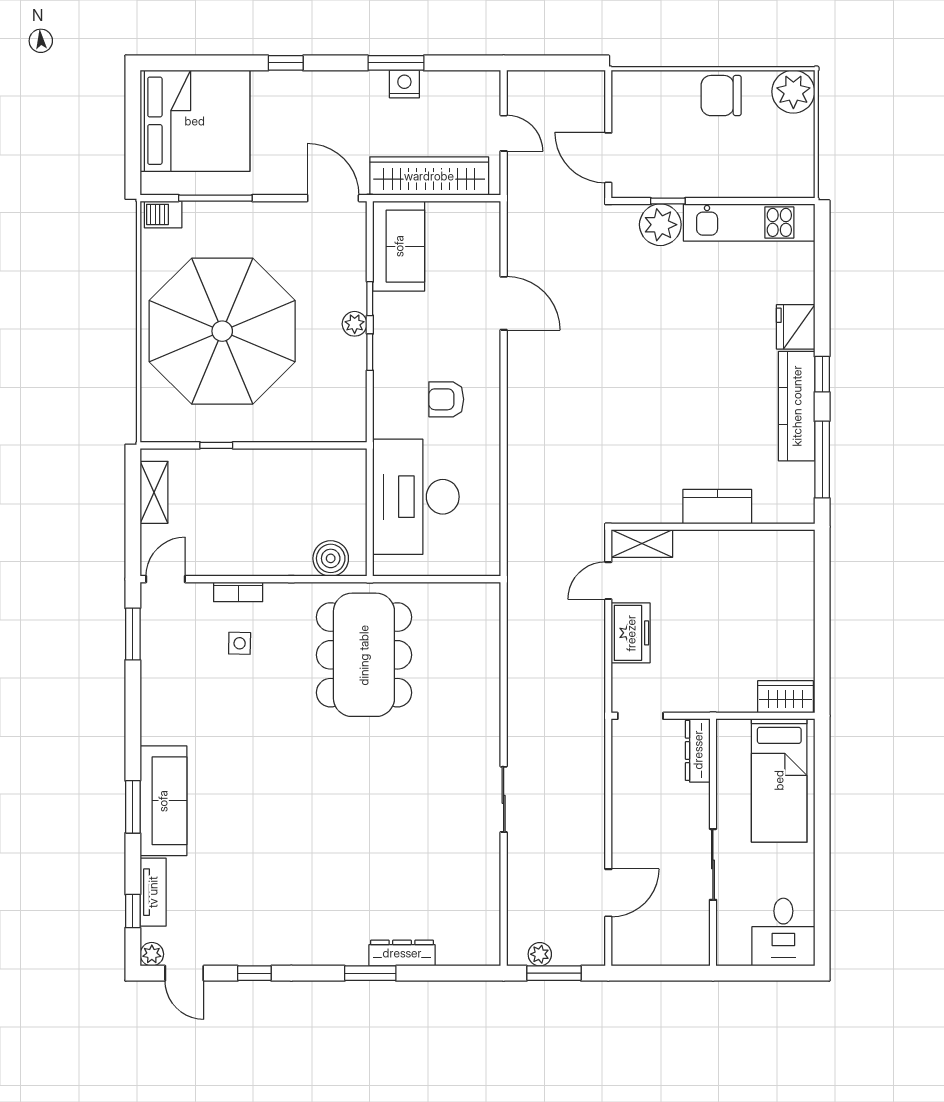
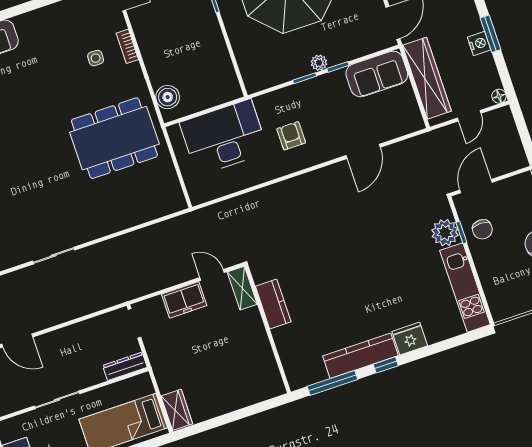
floor lamp: (490, 81) -> (499, 96), added
chair: (674, 169) -> (482, 229), added
kitchen counter: (717, 507) -> (273, 304), moved

